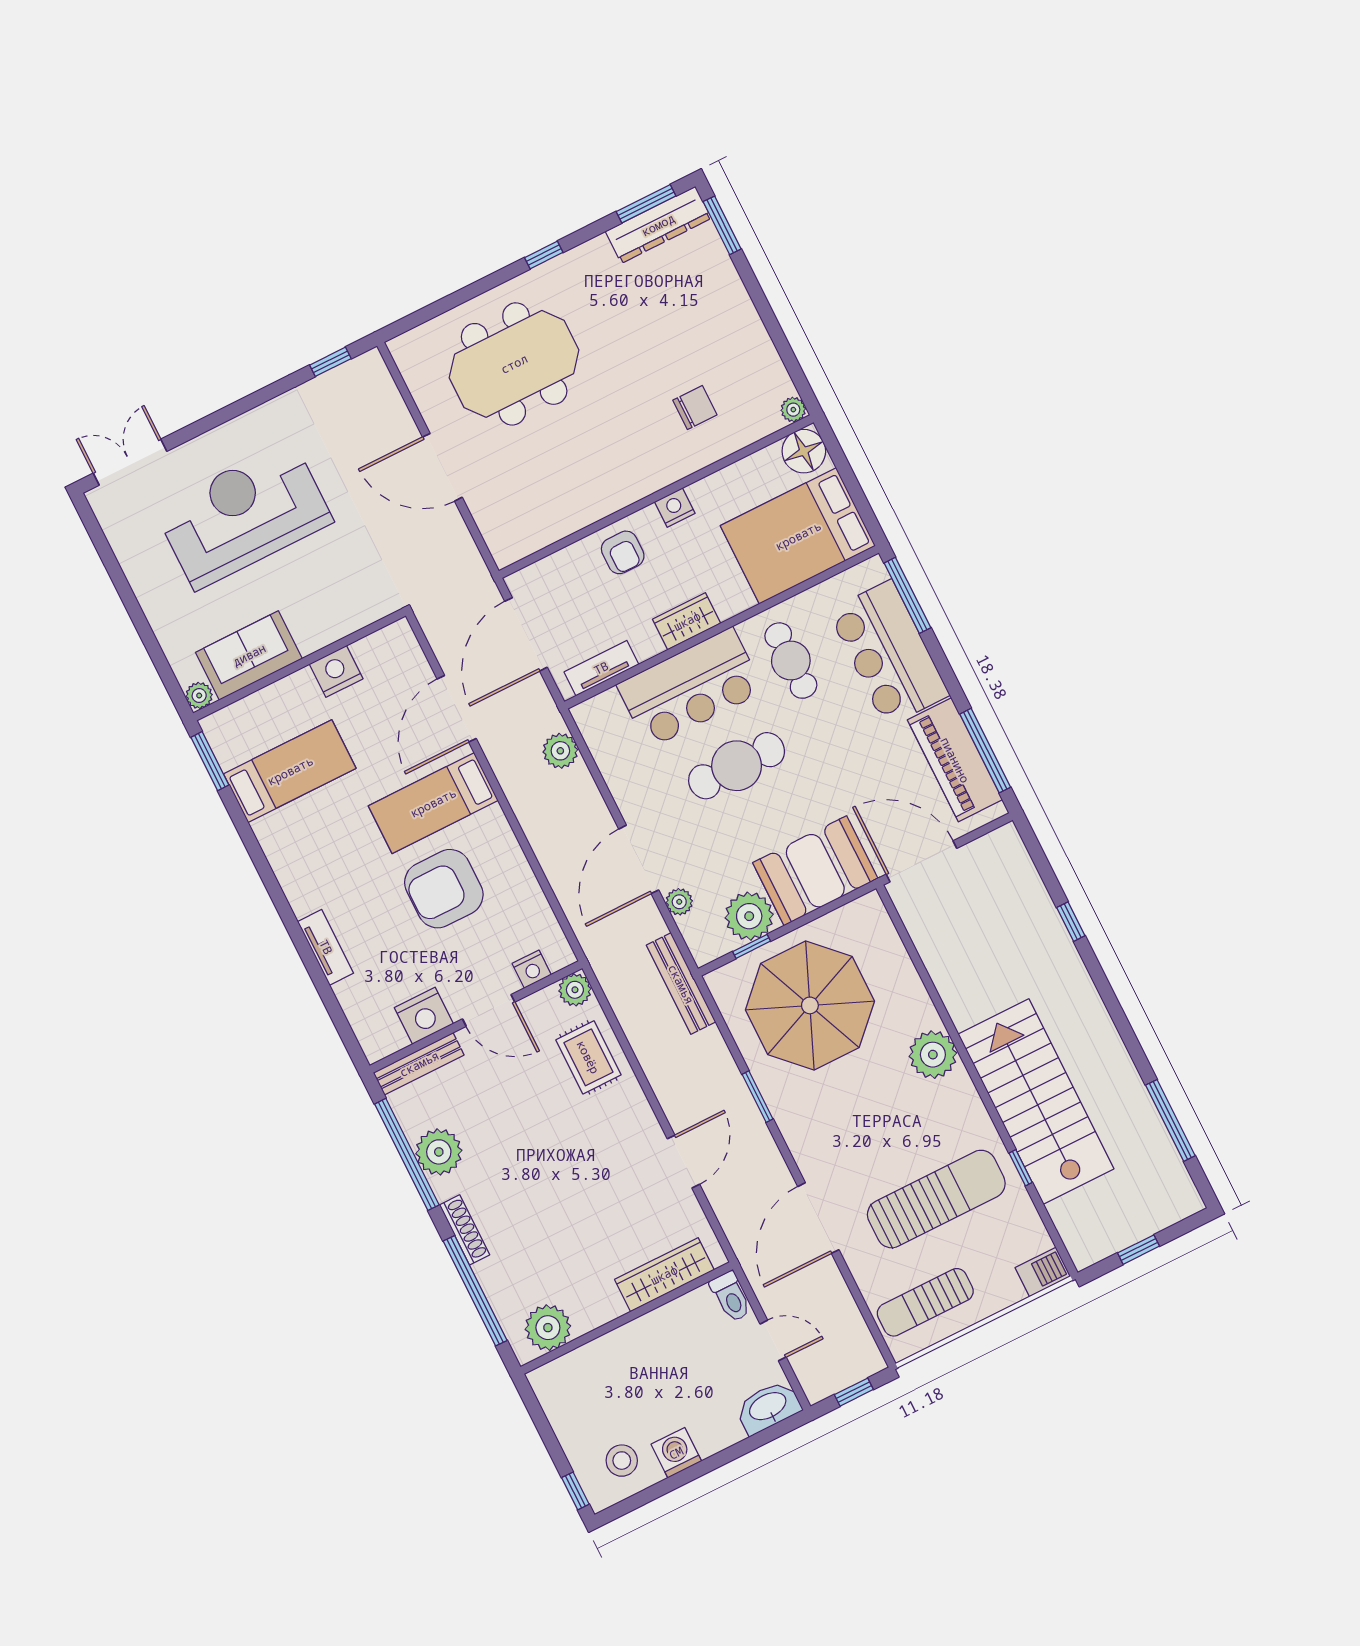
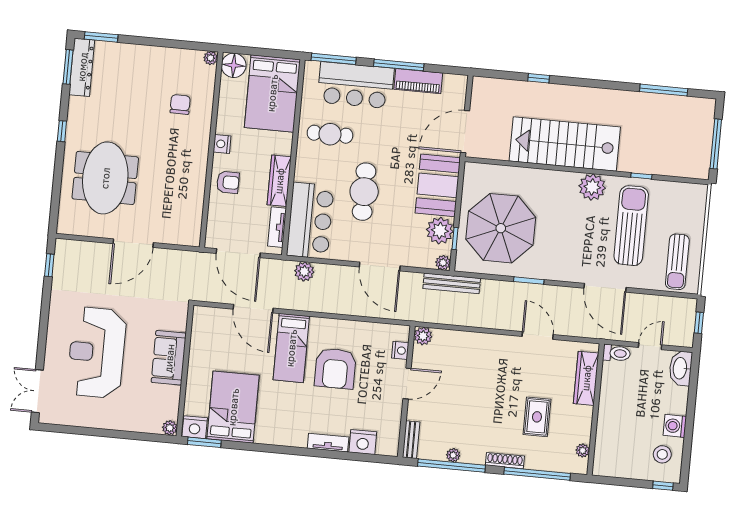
wardrobe: (687, 621) -> (279, 181), width x1.50
sofa: (249, 655) -> (169, 358), moved
nightstand: (336, 671) -> (195, 427), moved, turned -90
bar counter: (690, 688) -> (310, 221), moved
window: (985, 751) -> (399, 65), moved
piano: (955, 760) -> (418, 81), width x0.73, depth x0.75
bed: (290, 771) -> (233, 407), width x1.50
plant: (679, 902) -> (443, 263), moved
nightstand: (424, 1016) -> (363, 442), moved, turned 90
plant: (933, 1055) -> (592, 187), moved
rug: (588, 1057) -> (537, 417), moved, turned 90
bench: (419, 1064) -> (411, 440), width x0.73
stairs: (1036, 1102) -> (565, 144), moved
plant: (439, 1152) -> (453, 455), width x0.53, depth x0.53
window: (1139, 1250) -> (716, 144), width x2.17
barbecue: (1043, 1272) -> (698, 196), removed
plant: (548, 1328) -> (583, 451), width x0.53, depth x0.53

